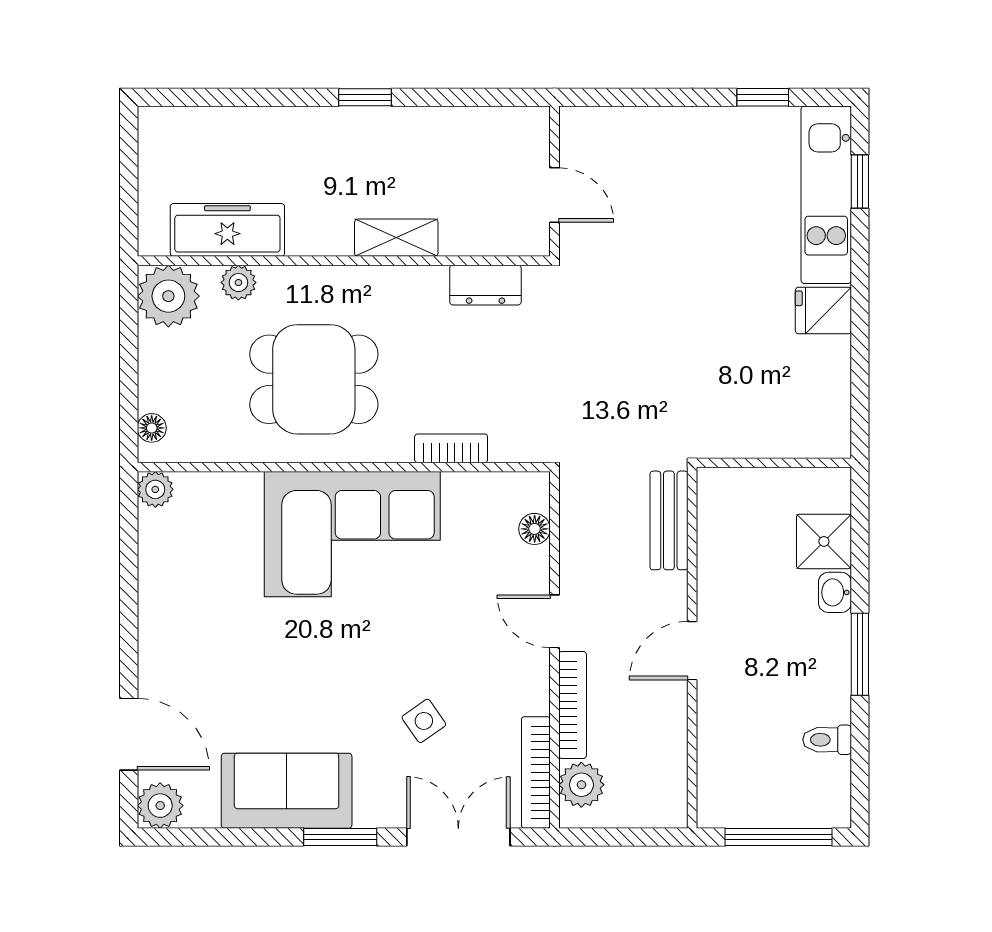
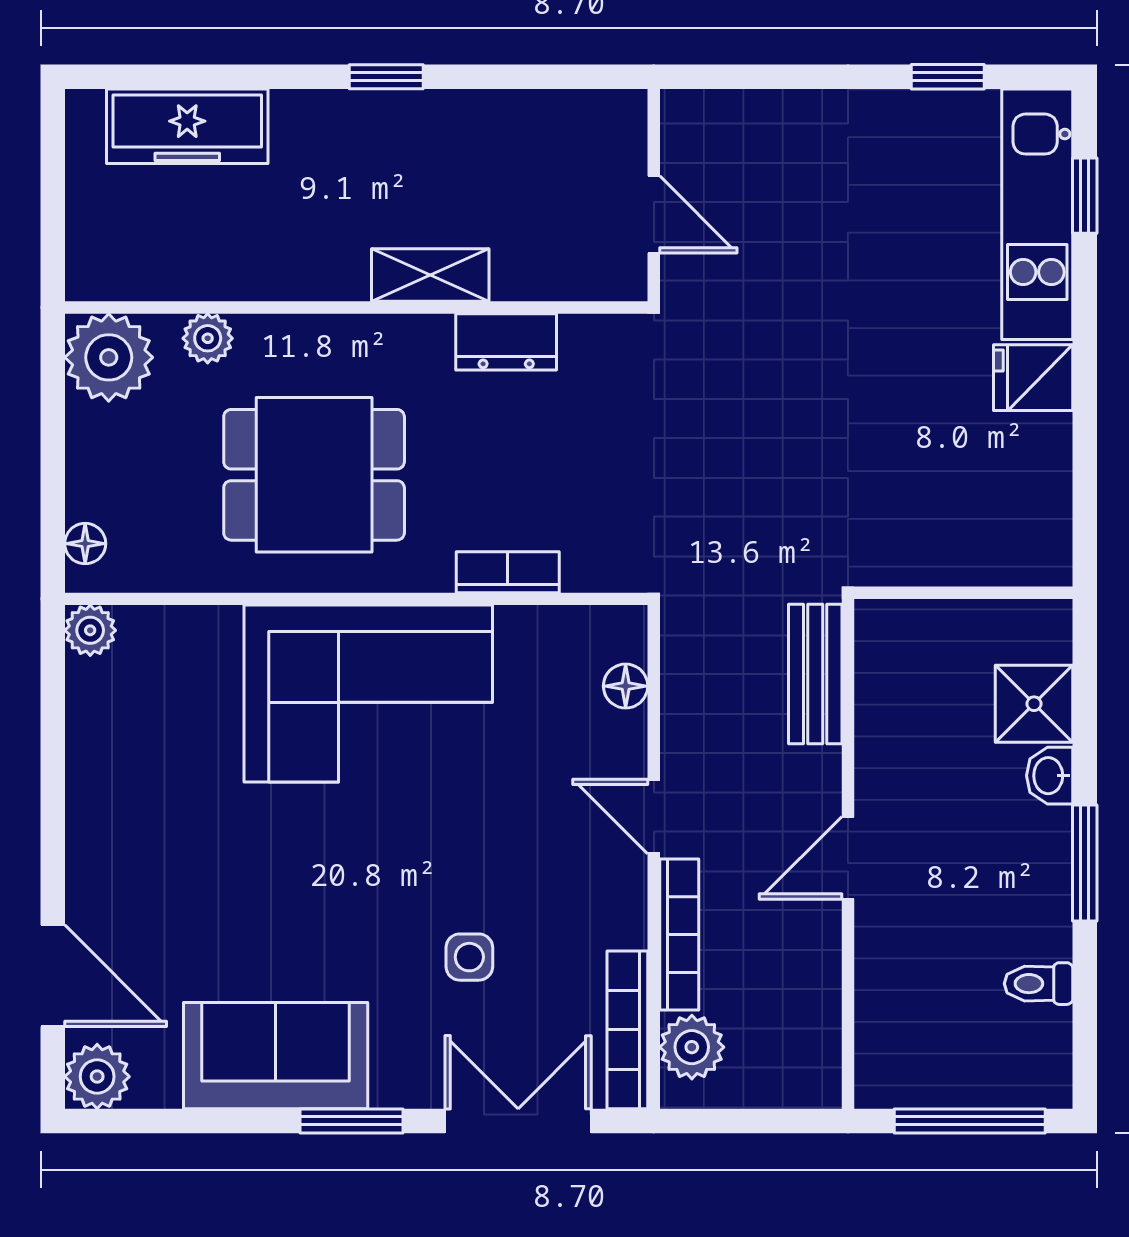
freezer: (227, 230) -> (187, 126), moved, turned 180
dresser: (485, 285) -> (506, 342), moved
side table: (424, 721) -> (469, 957), turned 35

